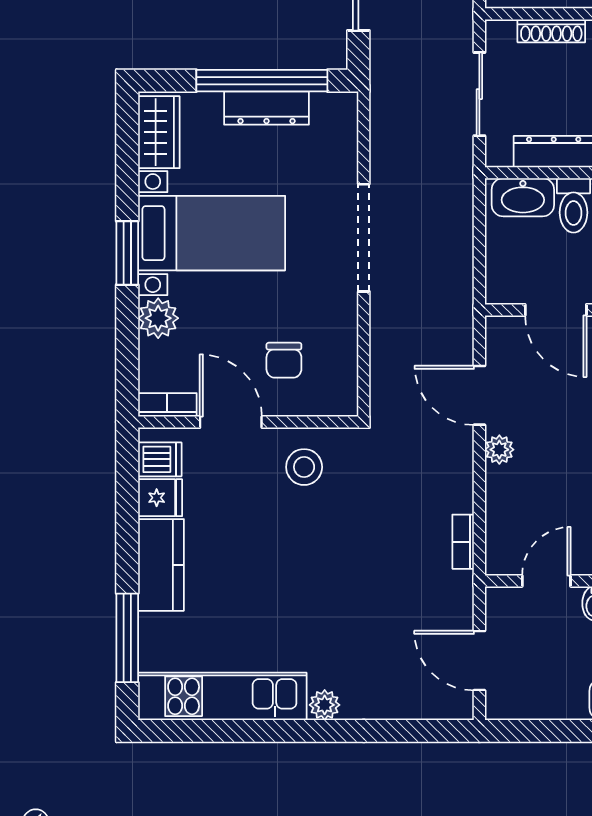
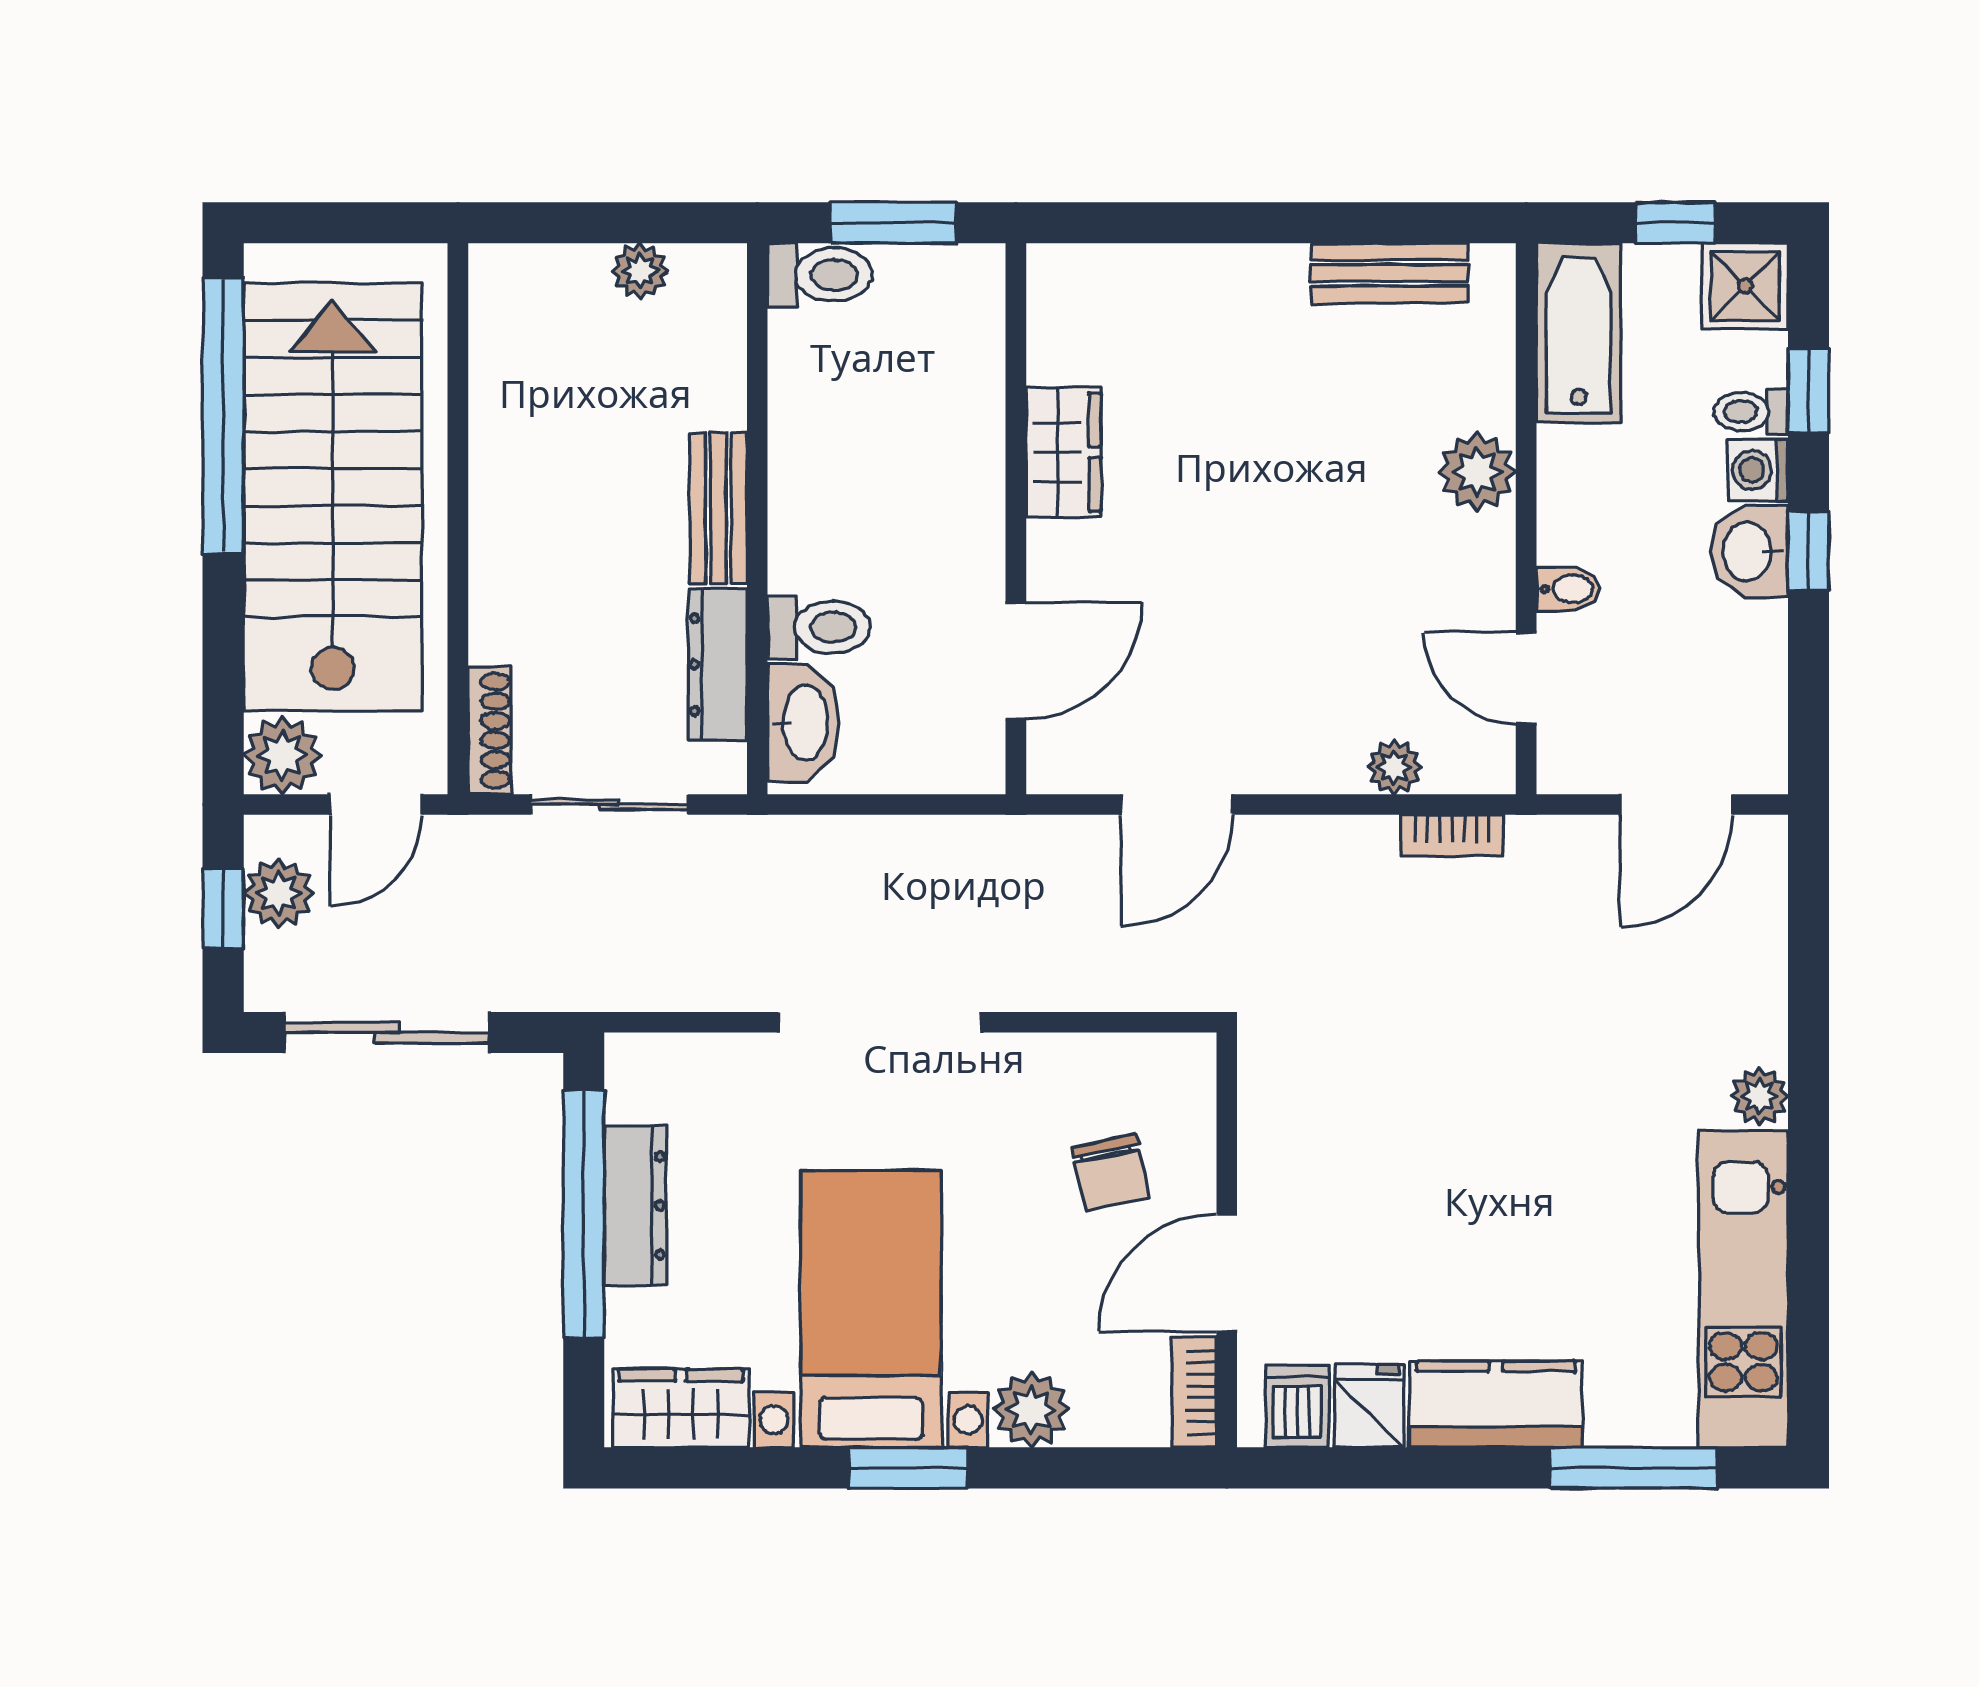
shoe rack: (551, 31) -> (490, 730), moved
chair: (284, 360) -> (1110, 1173), turned 78
plant: (499, 450) -> (1394, 767), moved
stool: (304, 467) -> (1312, 1135), removed

